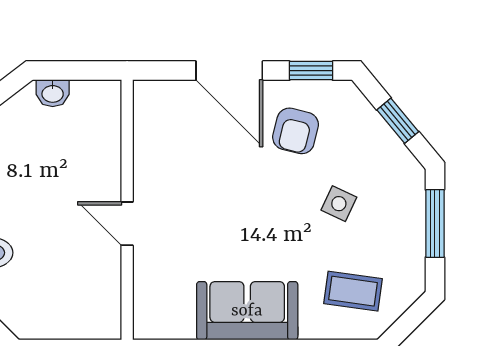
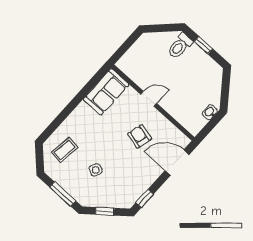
door: (229, 71) -> (177, 163), moved
armchair: (296, 131) -> (140, 136), moved
sofa: (247, 311) -> (106, 92), moved

